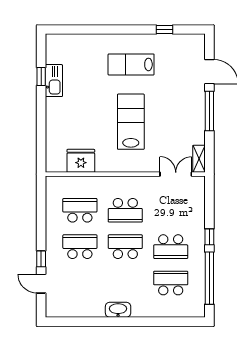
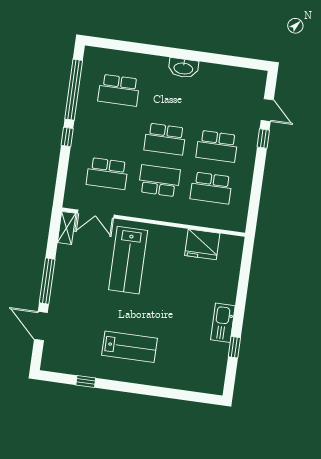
kitchen sink: (54, 81) -> (223, 323), moved
lab bench: (131, 122) -> (128, 260), moved
school desk: (171, 247) -> (107, 174), moved, turned 180

